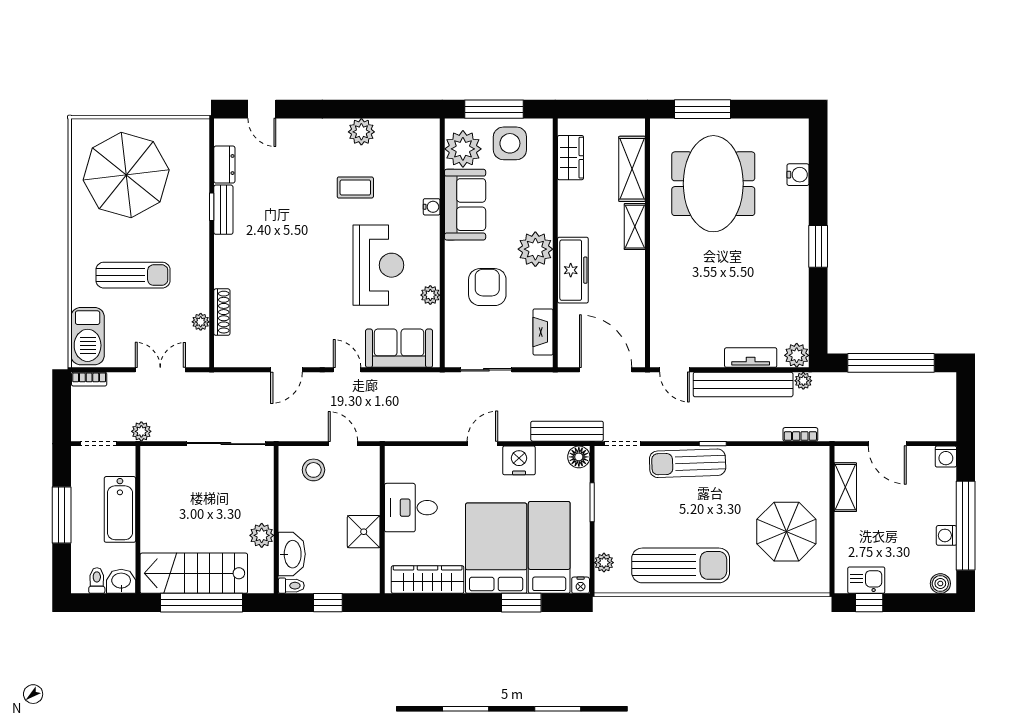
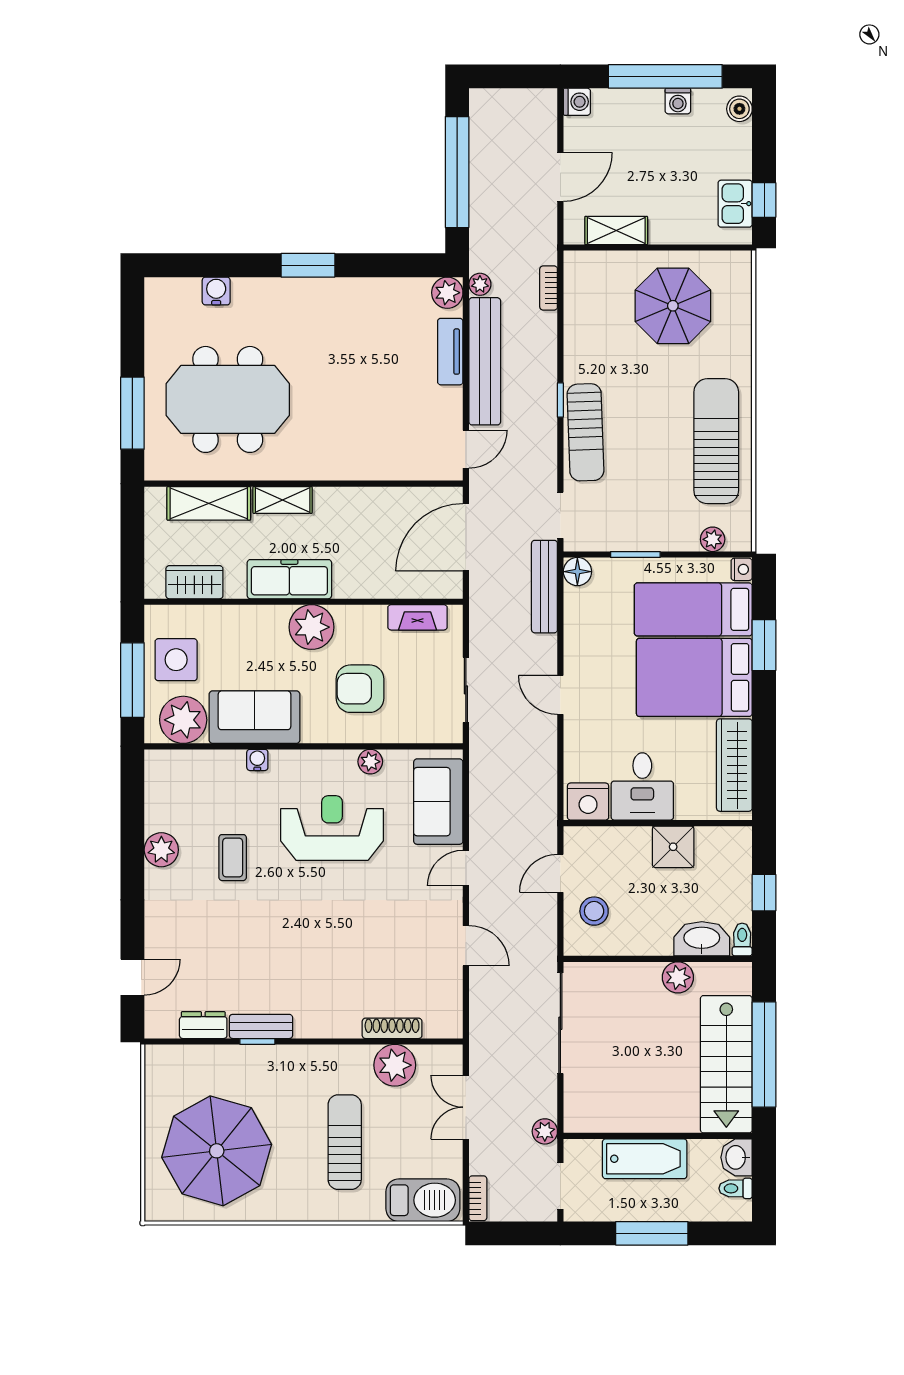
freezer: (573, 270) -> (289, 579), moved
plant: (201, 322) -> (395, 1065), width x1.88, depth x1.88
nightstand: (519, 460) -> (588, 802), moved, turned -90

